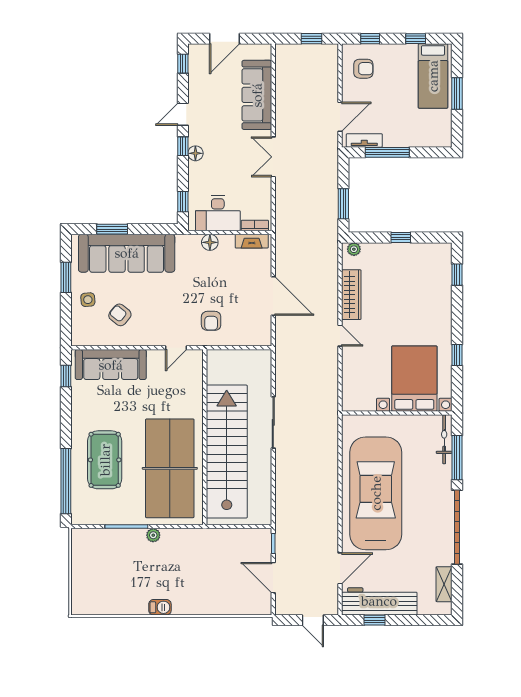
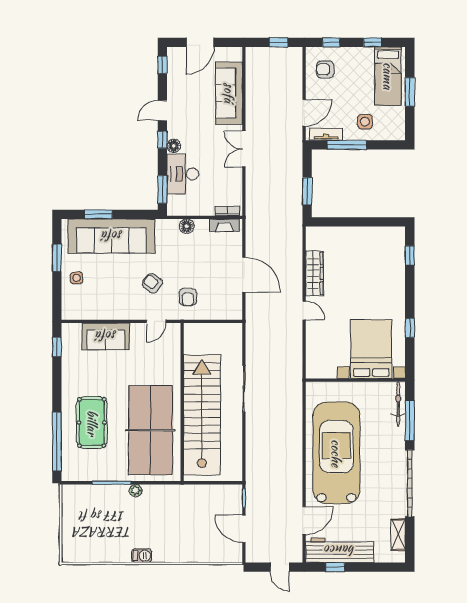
armchair: (363, 69) -> (325, 69), turned 180
side table: (407, 127) -> (365, 122), added
window: (183, 202) -> (162, 190), width x1.50
desk: (218, 213) -> (183, 174), moved, turned 90
window: (401, 237) -> (359, 222), removed
plant: (354, 249) -> (317, 232), removed
armchair: (120, 315) -> (152, 283), moved
sofa: (111, 365) -> (106, 336), width x0.73

